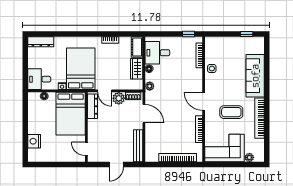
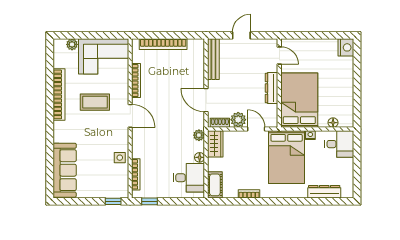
window: (247, 34) -> (113, 201), moved
dresser: (41, 42) -> (324, 192), moved
wardrobe: (137, 69) -> (215, 144), moved
sofa: (255, 76) -> (65, 170), moved
dresser: (92, 106) -> (272, 88), moved
nightstand: (34, 141) -> (346, 47), moved

